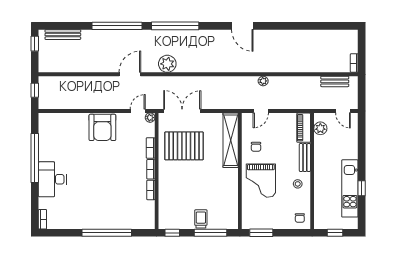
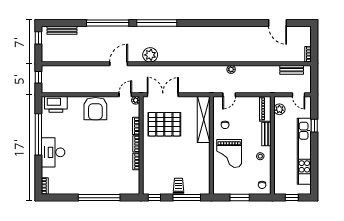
door: (242, 26) -> (277, 23), moved
printer: (56, 122) -> (56, 104), added
kitchen unit: (350, 188) -> (304, 151), width x1.36
window: (362, 188) -> (314, 126), moved
window: (261, 233) -> (240, 198), moved

